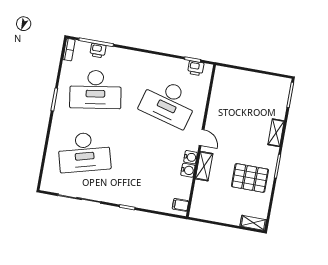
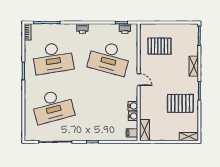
printer: (98, 50) -> (82, 28), moved
pallet: (236, 99) -> (159, 46), added
water cooler: (191, 157) -> (133, 116), moved
shelving: (204, 166) -> (144, 130), moved

